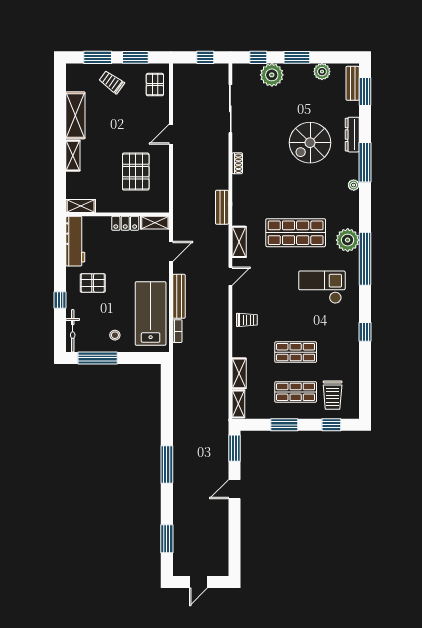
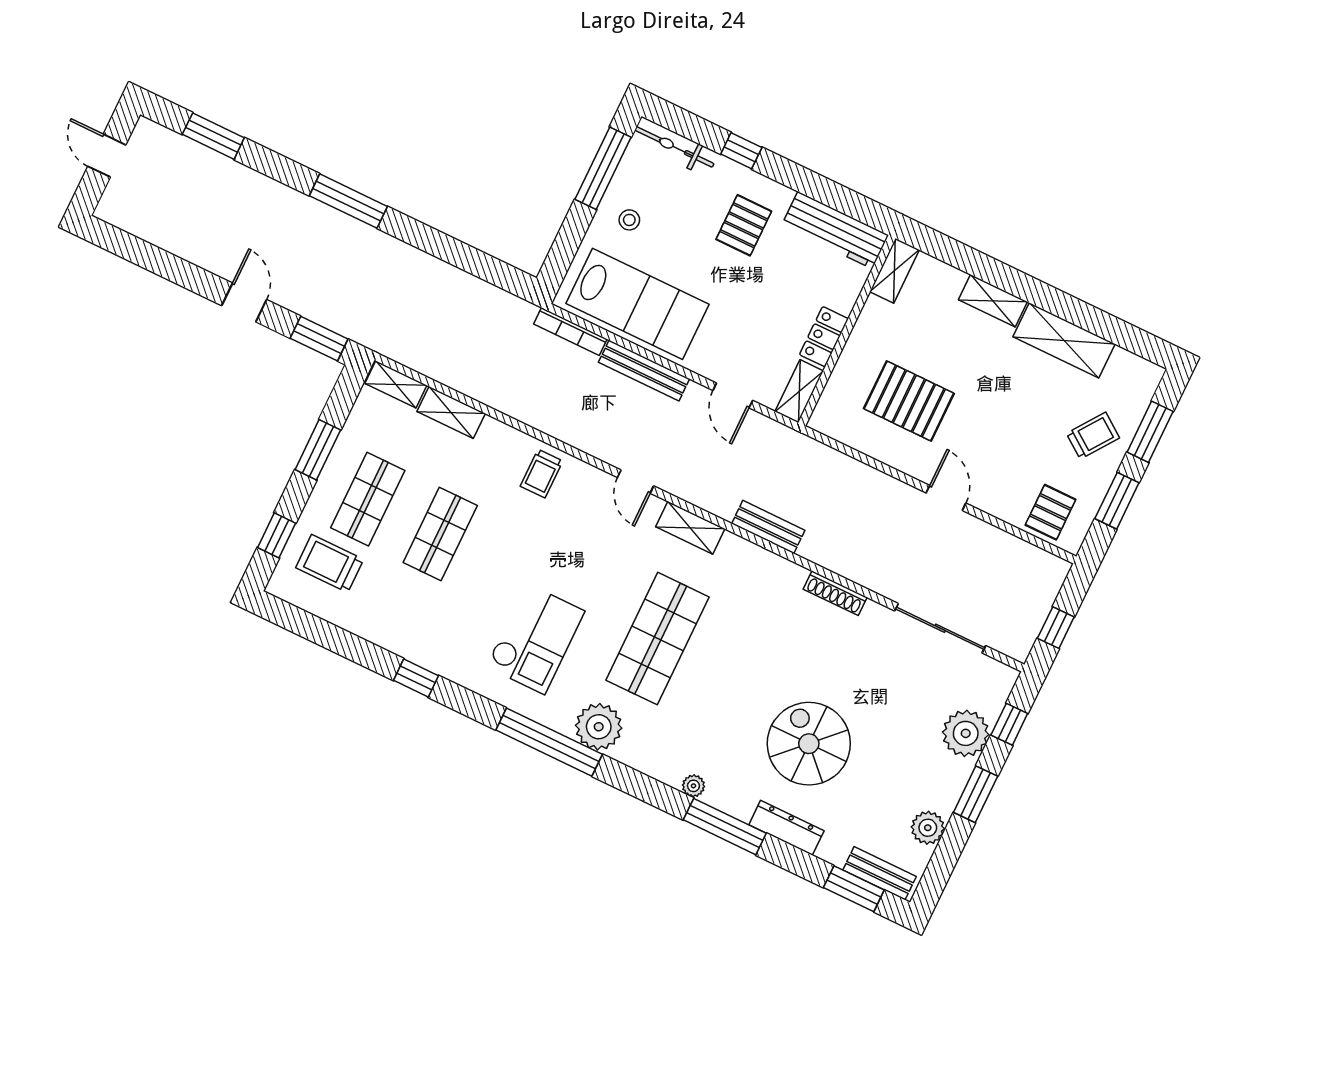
pallet: (155, 85) -> (1050, 512), turned 90
shoe rack: (237, 163) -> (835, 593), width x1.43
bookcase: (177, 331) -> (570, 332), width x1.56

